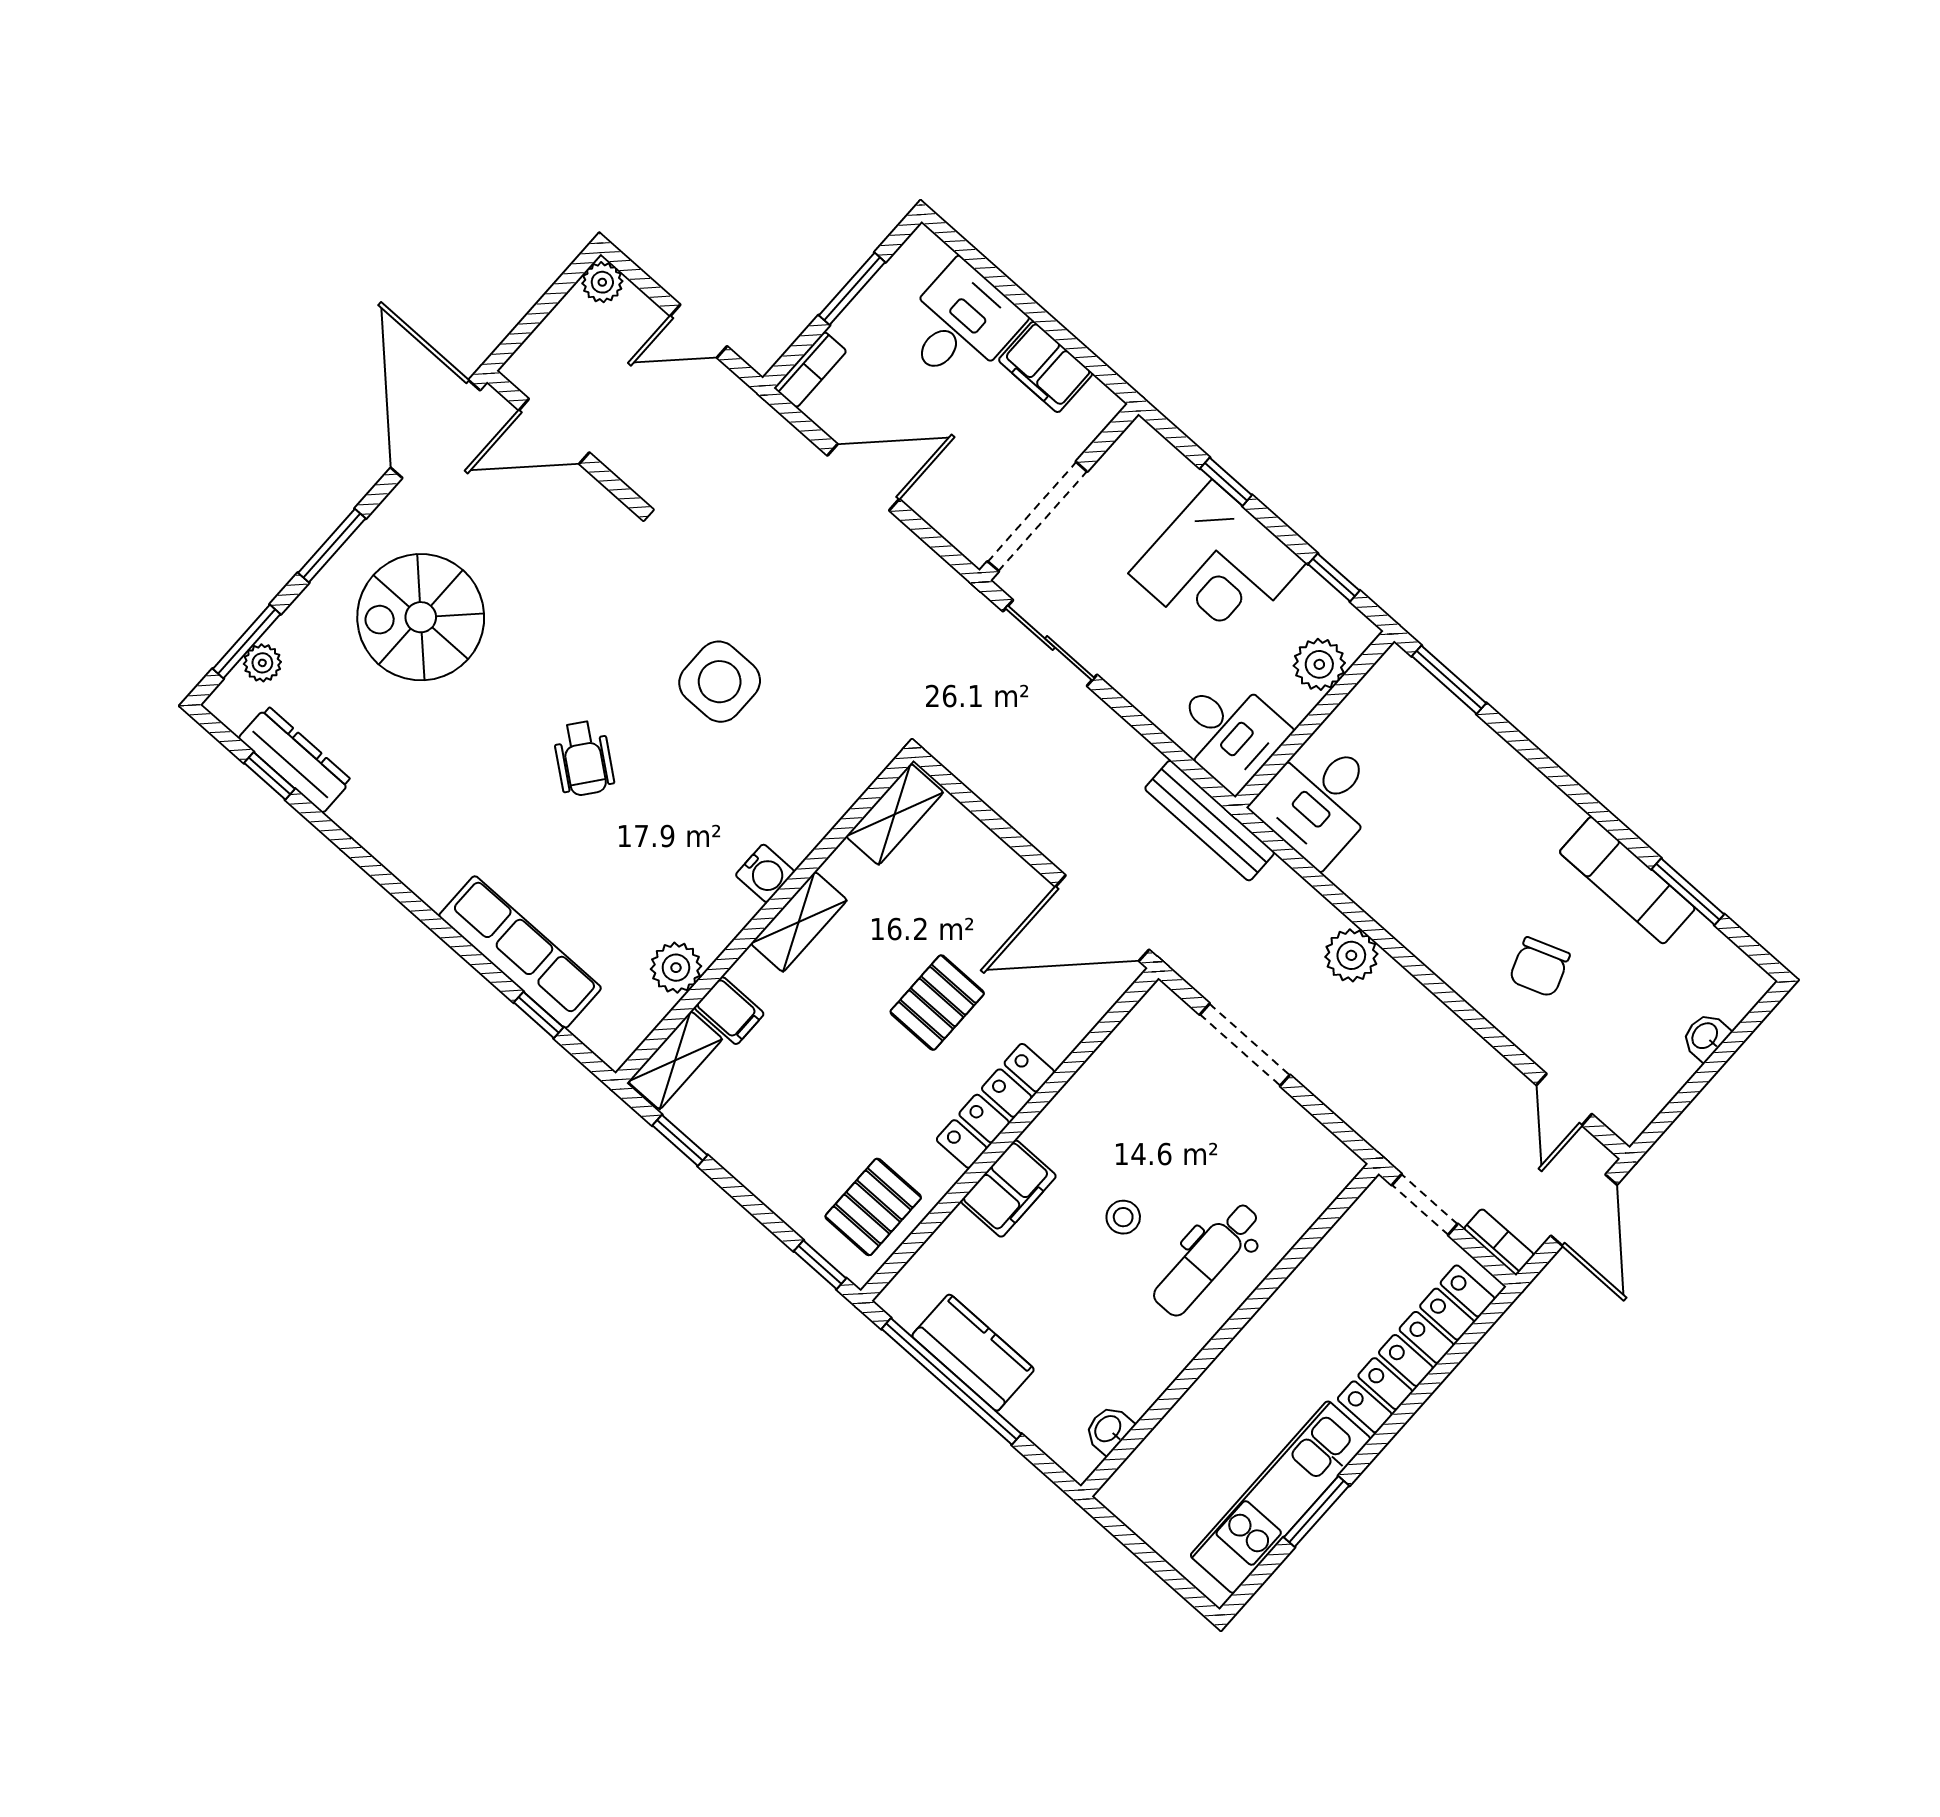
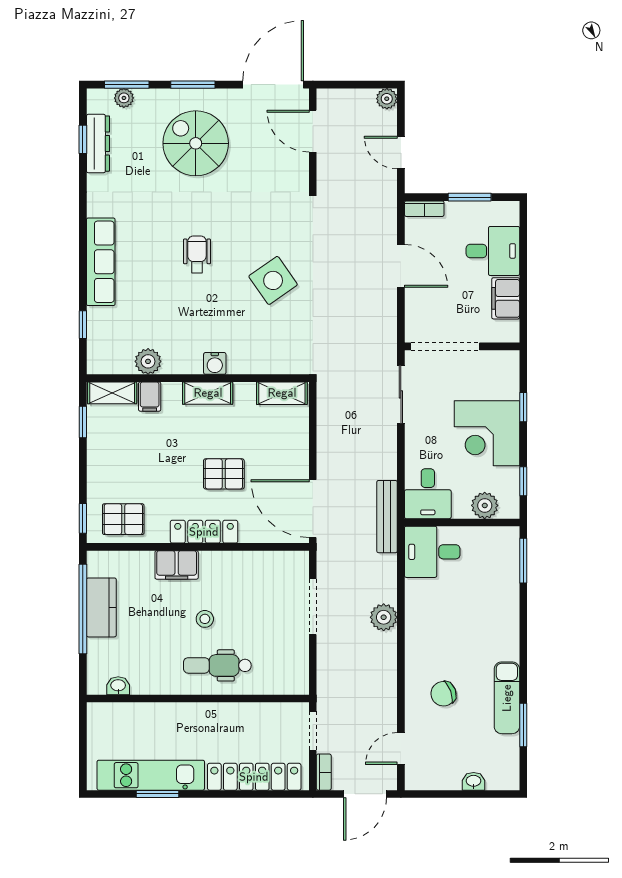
side table: (720, 682) -> (273, 280), turned -35
wheelchair: (584, 758) -> (197, 254), turned 142
row of seats: (520, 952) -> (101, 262), moved

